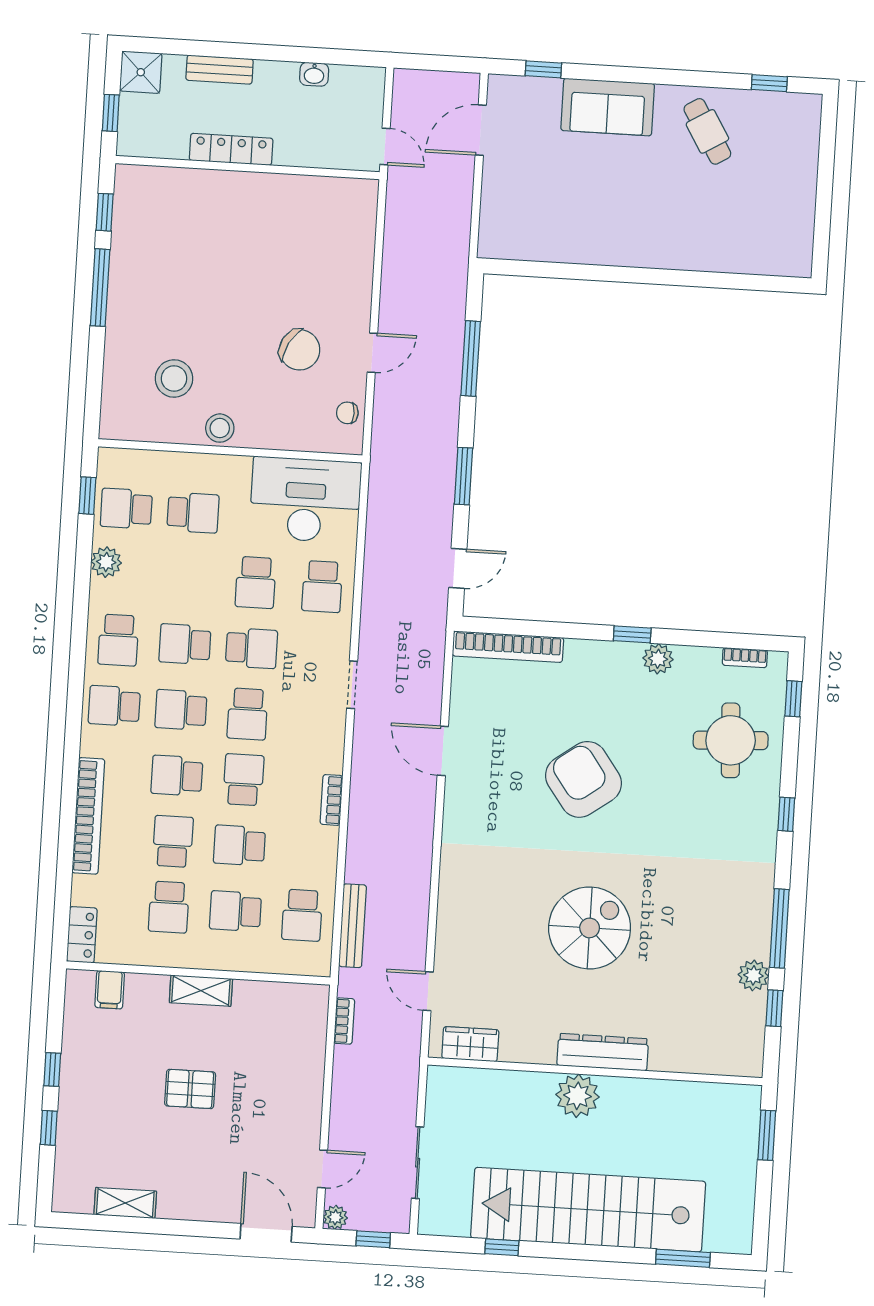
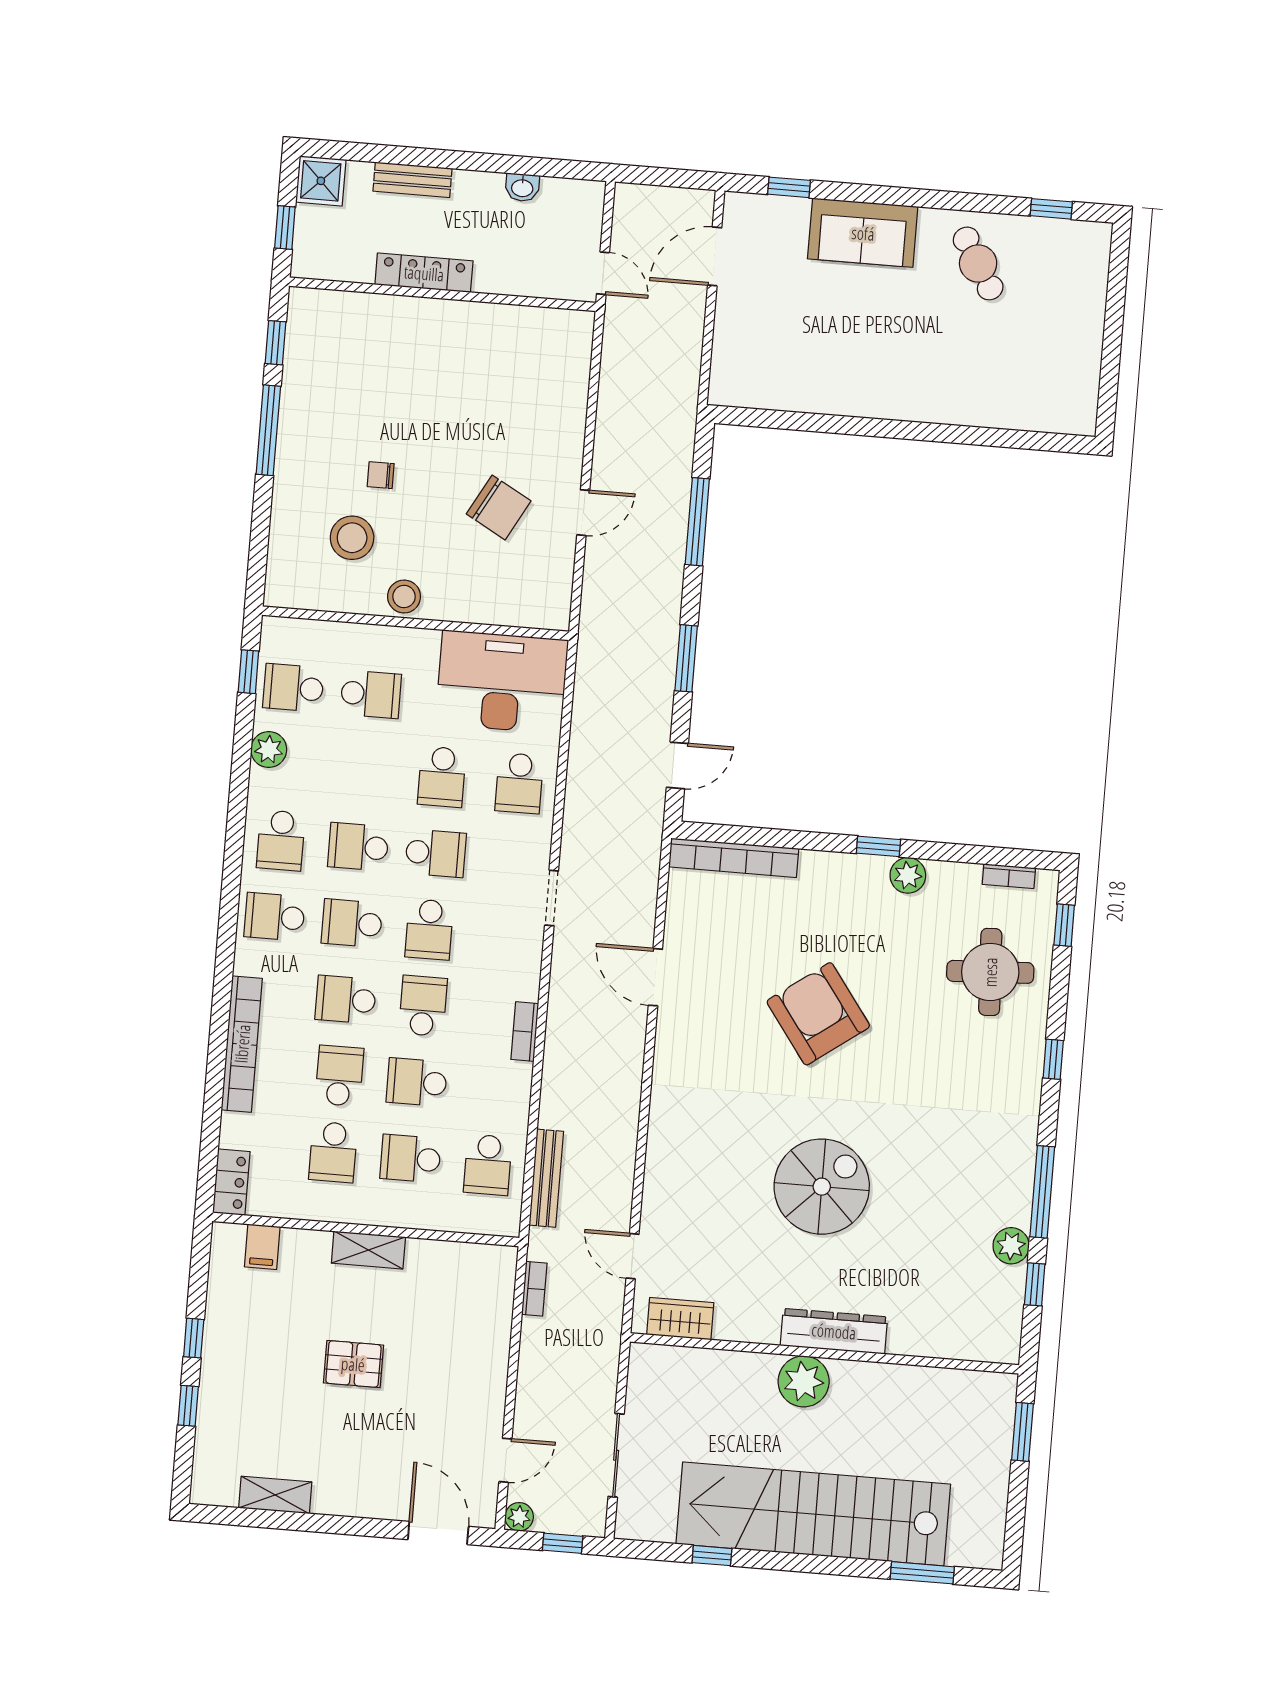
chair: (347, 413) -> (381, 475), moved

